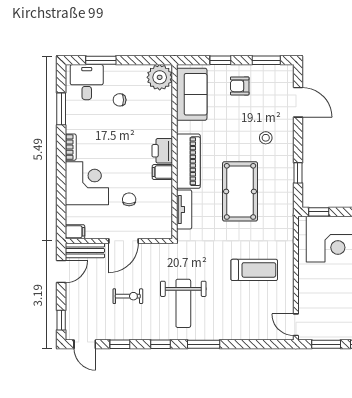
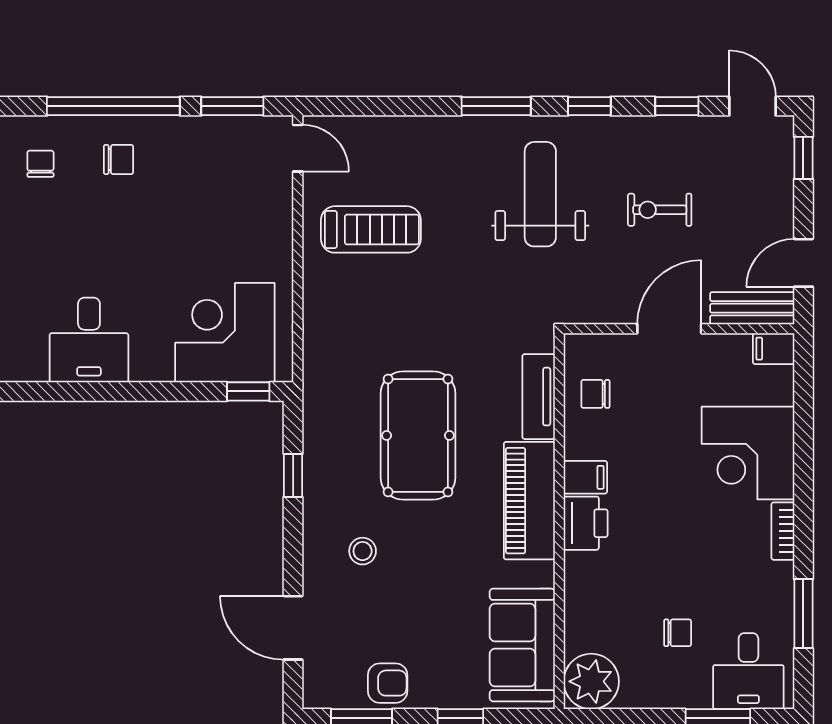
armchair: (240, 86) -> (388, 683), moved
chair: (129, 199) -> (595, 394), moved, turned 90
treadmill: (254, 270) -> (371, 229), moved, turned 180

